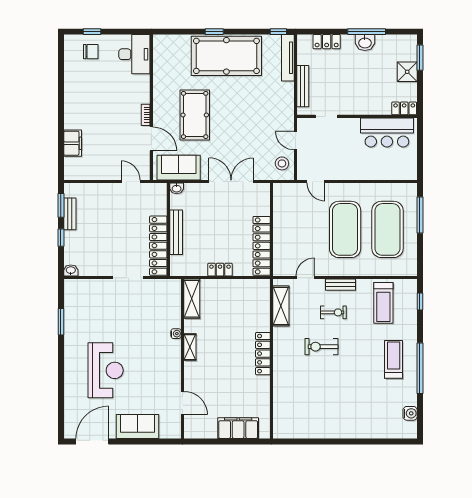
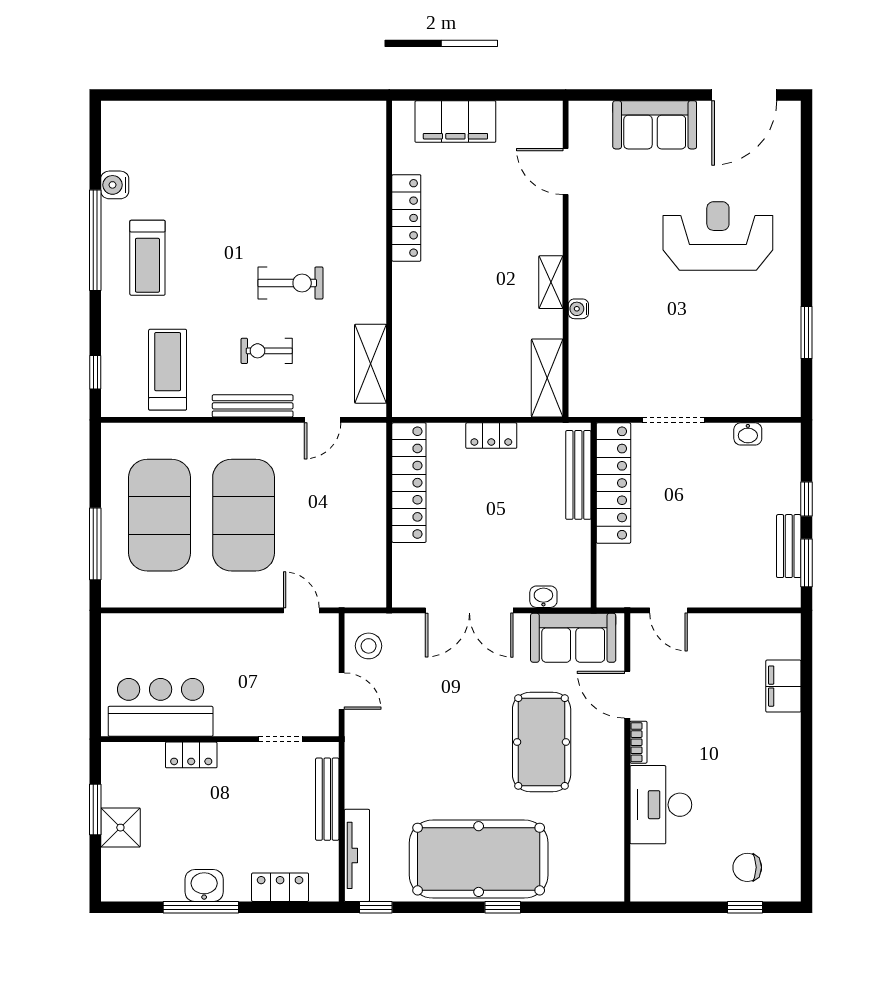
desk: (134, 54) -> (661, 805), moved
window: (420, 58) -> (95, 810), moved
locker: (404, 108) -> (191, 755), moved
washbasin: (177, 188) -> (543, 597), moved
bench: (176, 232) -> (578, 475), moved
washbasin: (71, 270) -> (748, 434), moved
bench: (340, 285) -> (253, 406), width x1.36
locker: (263, 354) -> (406, 218), moved
reception desk: (106, 370) -> (718, 236), turned 90
water cooler: (410, 413) -> (115, 185), moved

